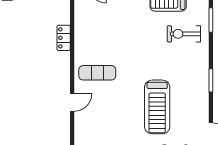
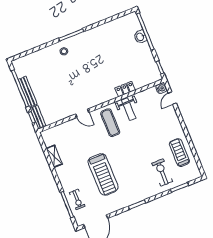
weight bench: (90, 44) -> (129, 109), added
treadmill: (157, 107) -> (103, 174), turned -90

